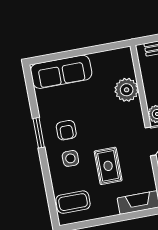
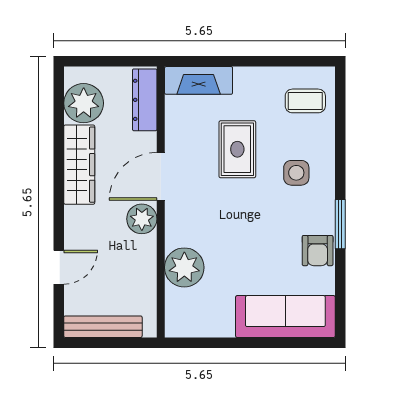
armchair: (66, 130) -> (318, 251), moved, turned 180
coffee table: (73, 202) -> (305, 101), width x0.73, depth x0.77

